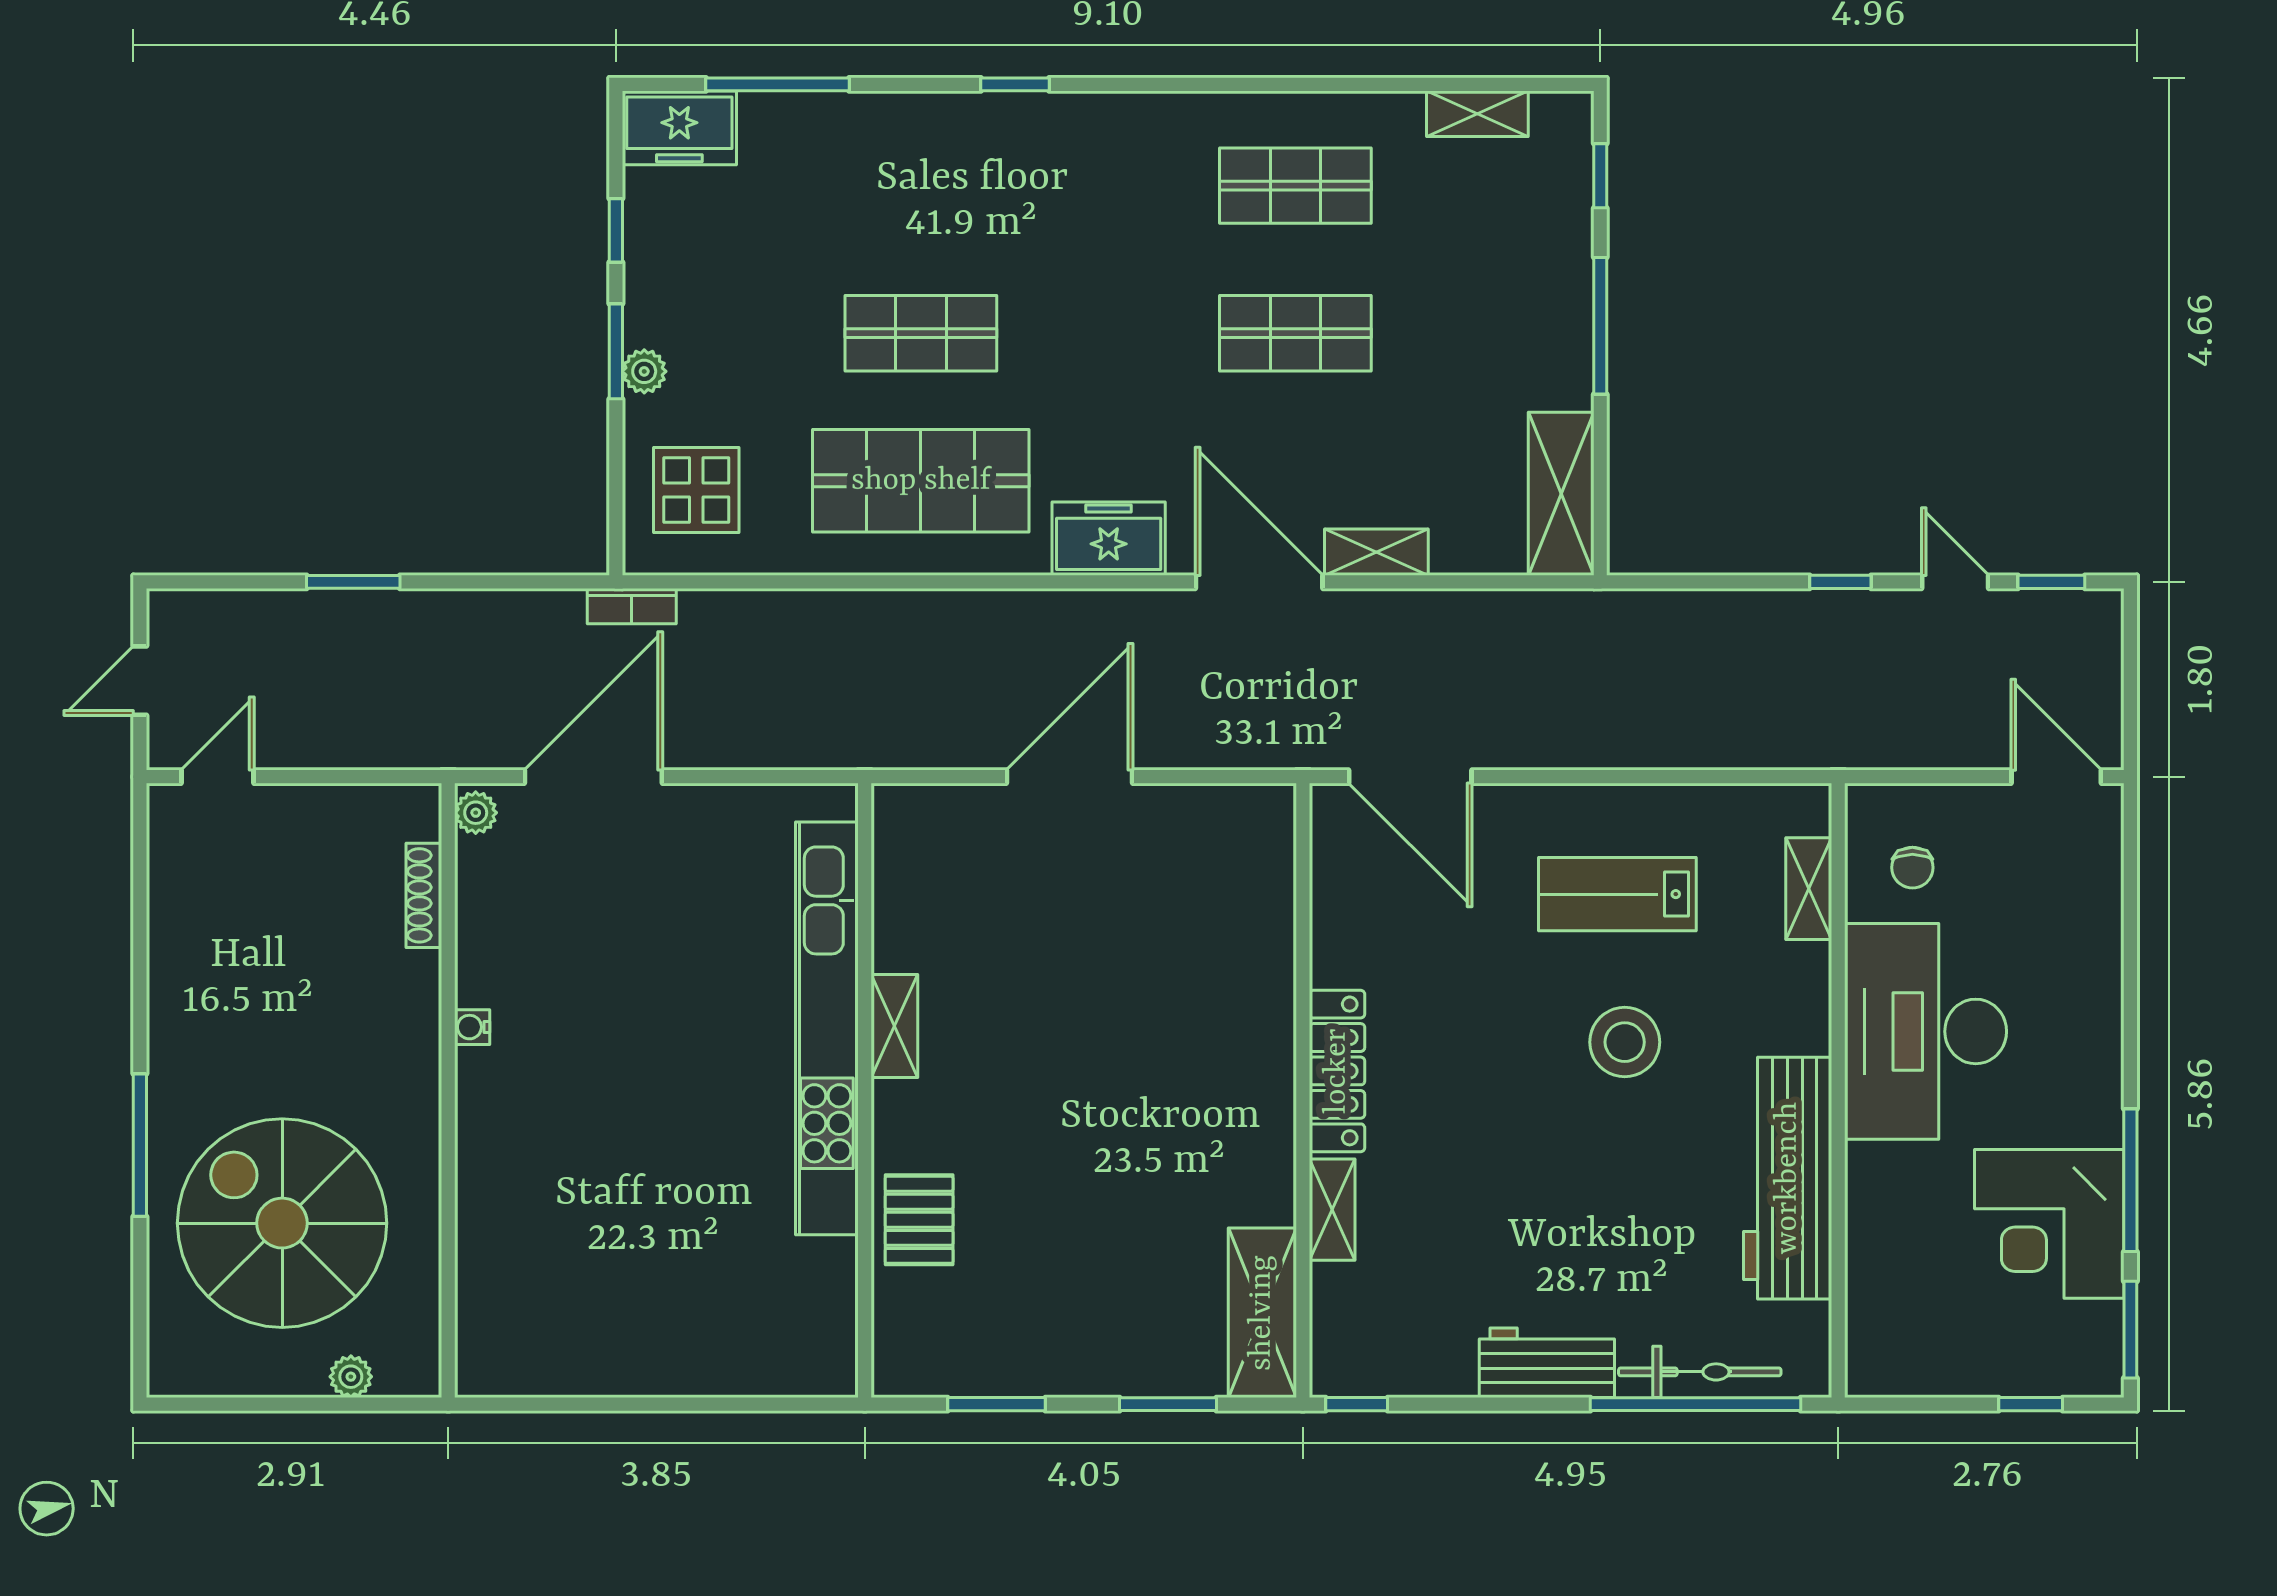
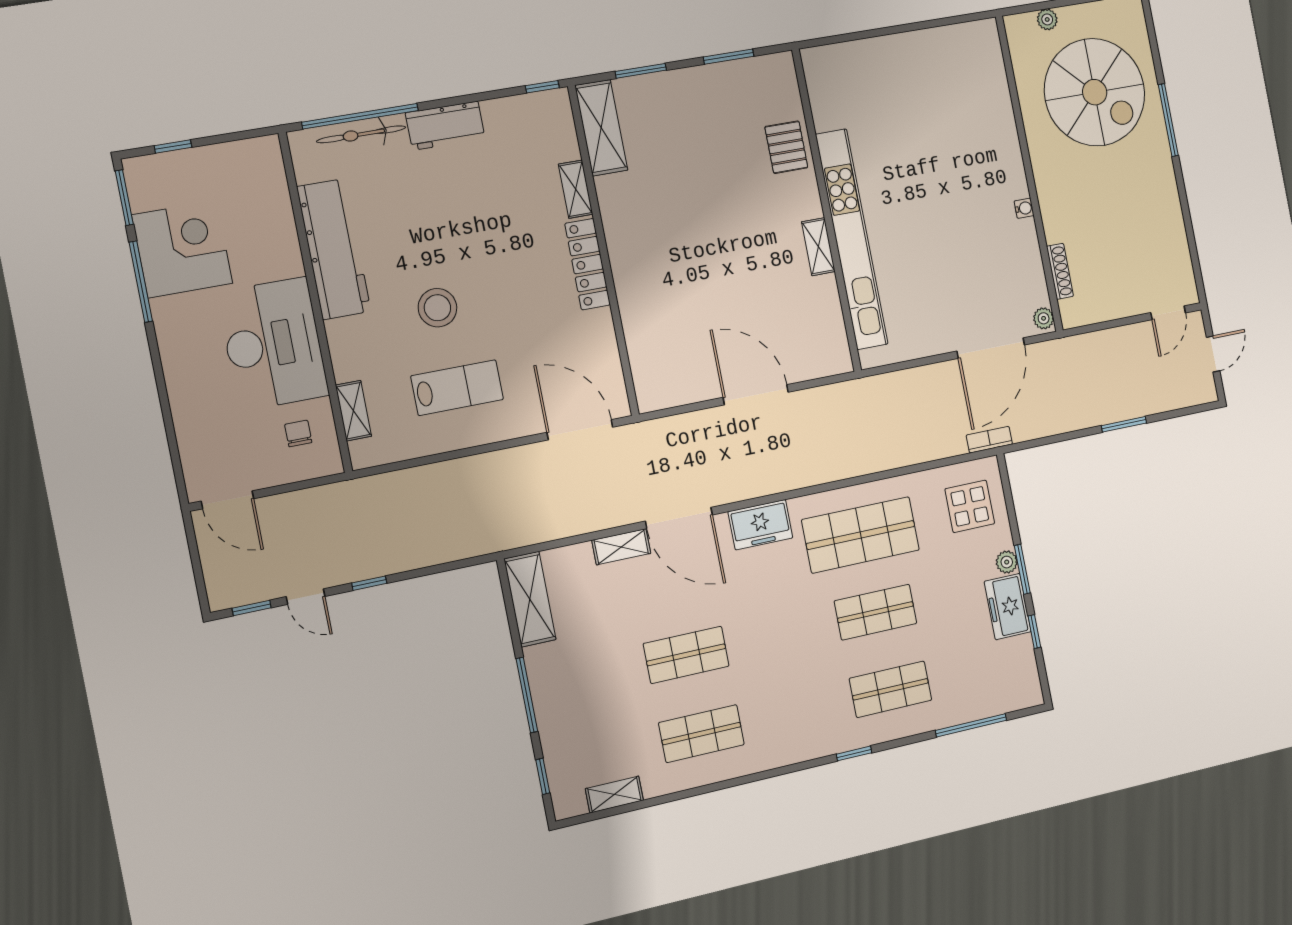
freezer: (679, 128) -> (1008, 607), moved, turned -90
shop shelf: (921, 186) -> (891, 689), added
door: (1070, 777) -> (756, 395), swing flipped

